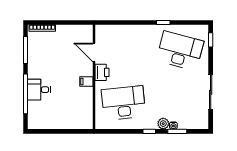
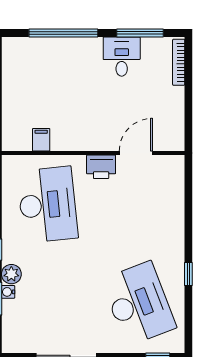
desk: (180, 51) -> (139, 304), turned -36
filing cabinet: (86, 81) -> (41, 140), moved
desk: (39, 90) -> (122, 57), moved

